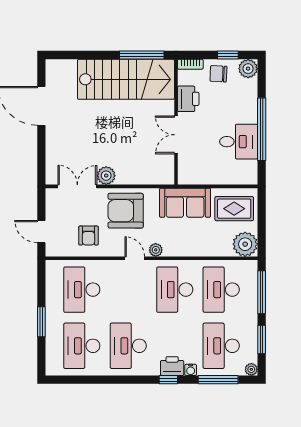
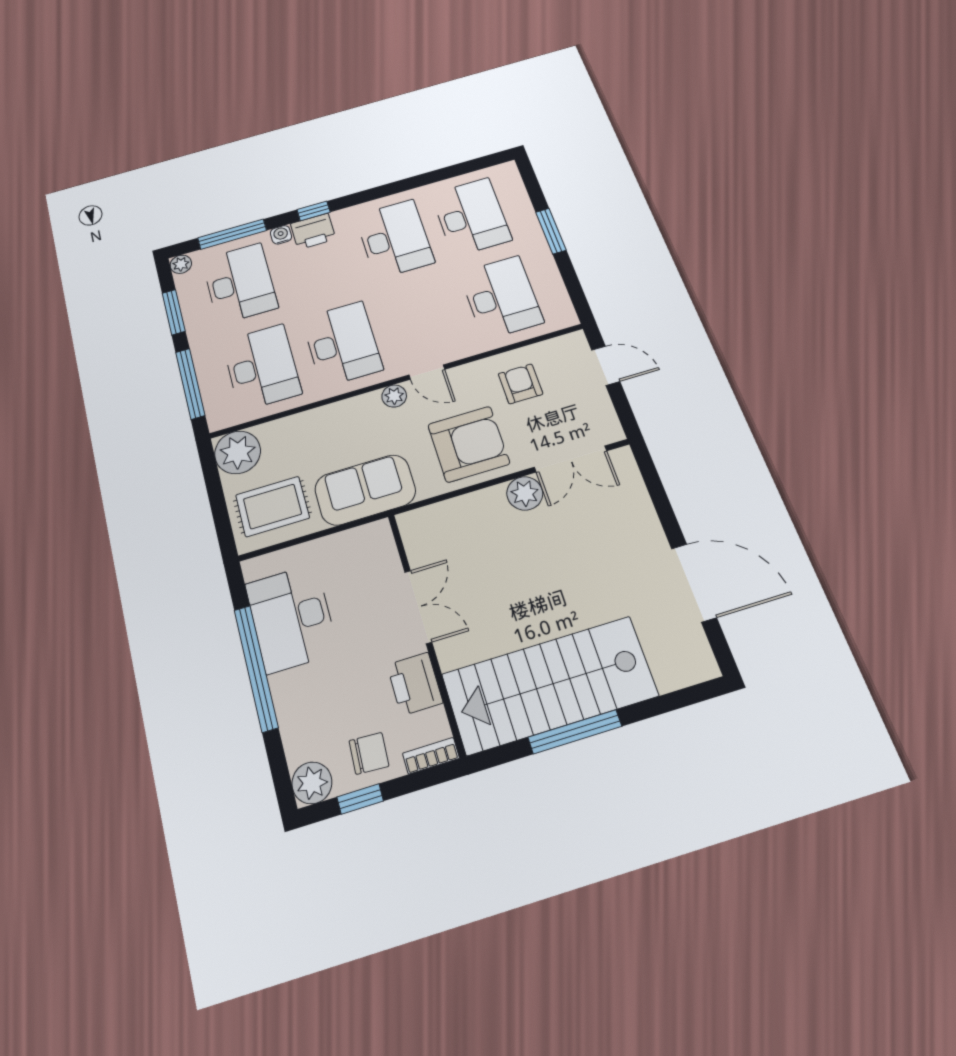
window: (142, 55) -> (575, 732), moved
desk: (239, 142) -> (292, 618), width x1.37

